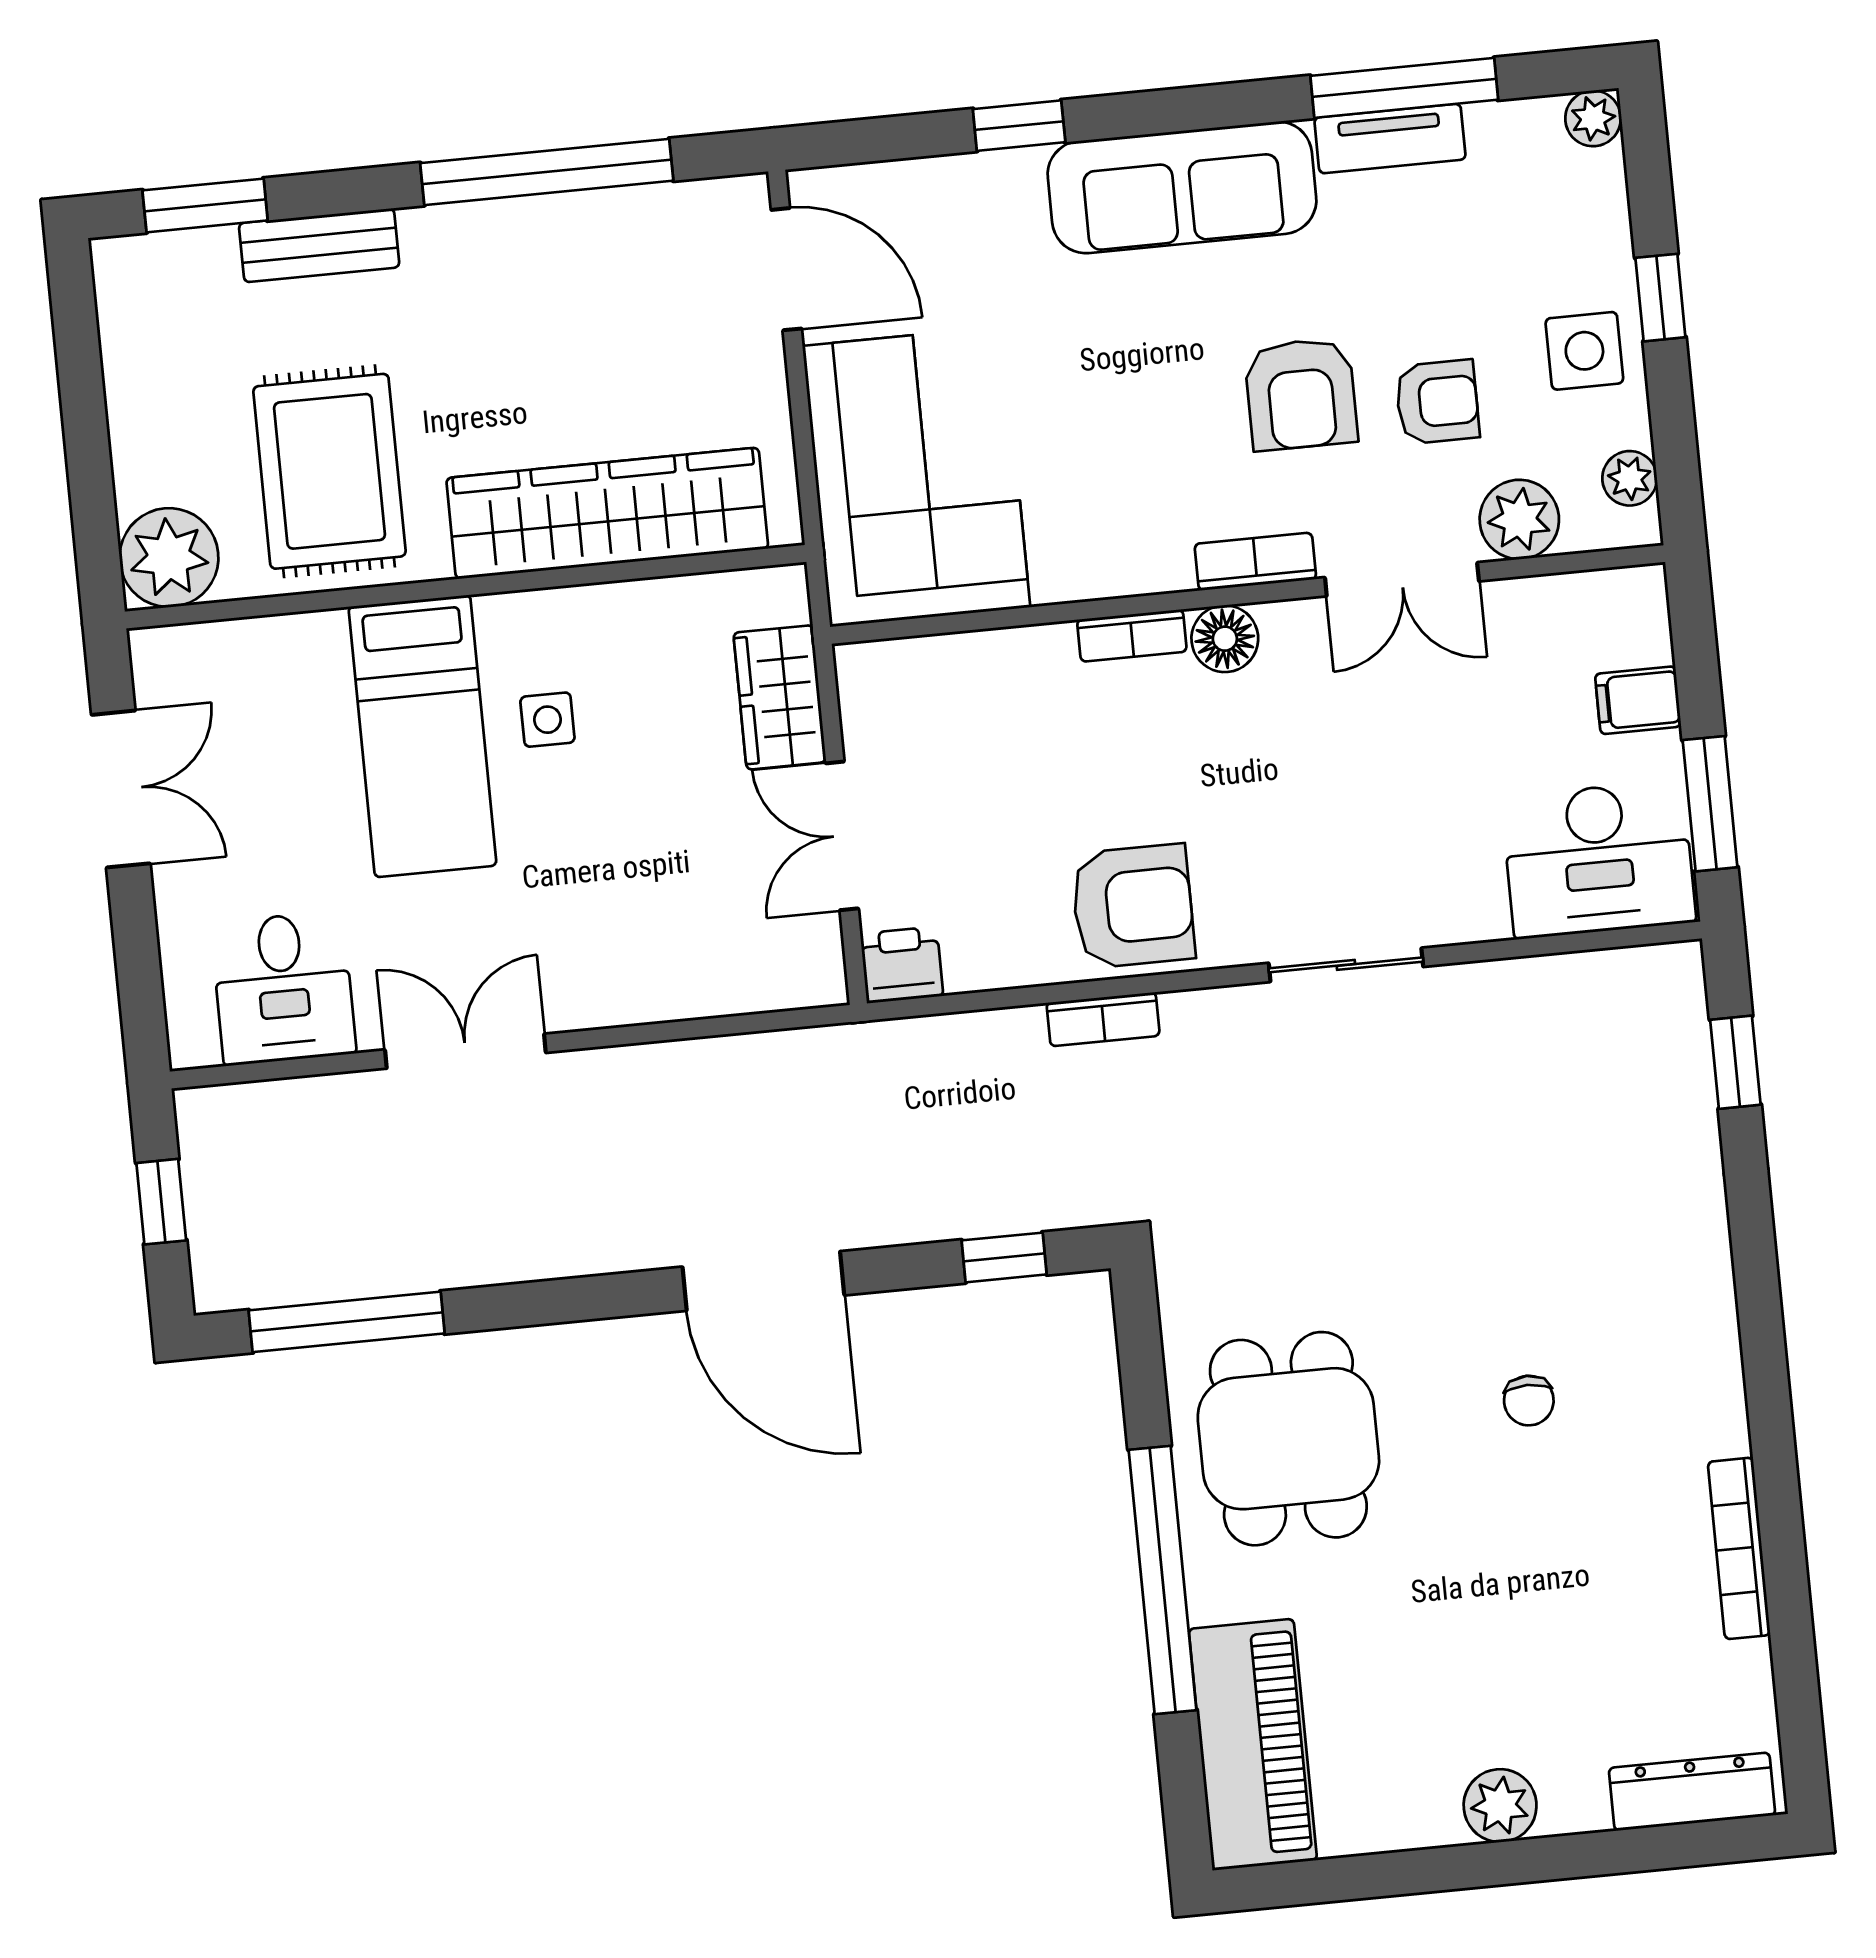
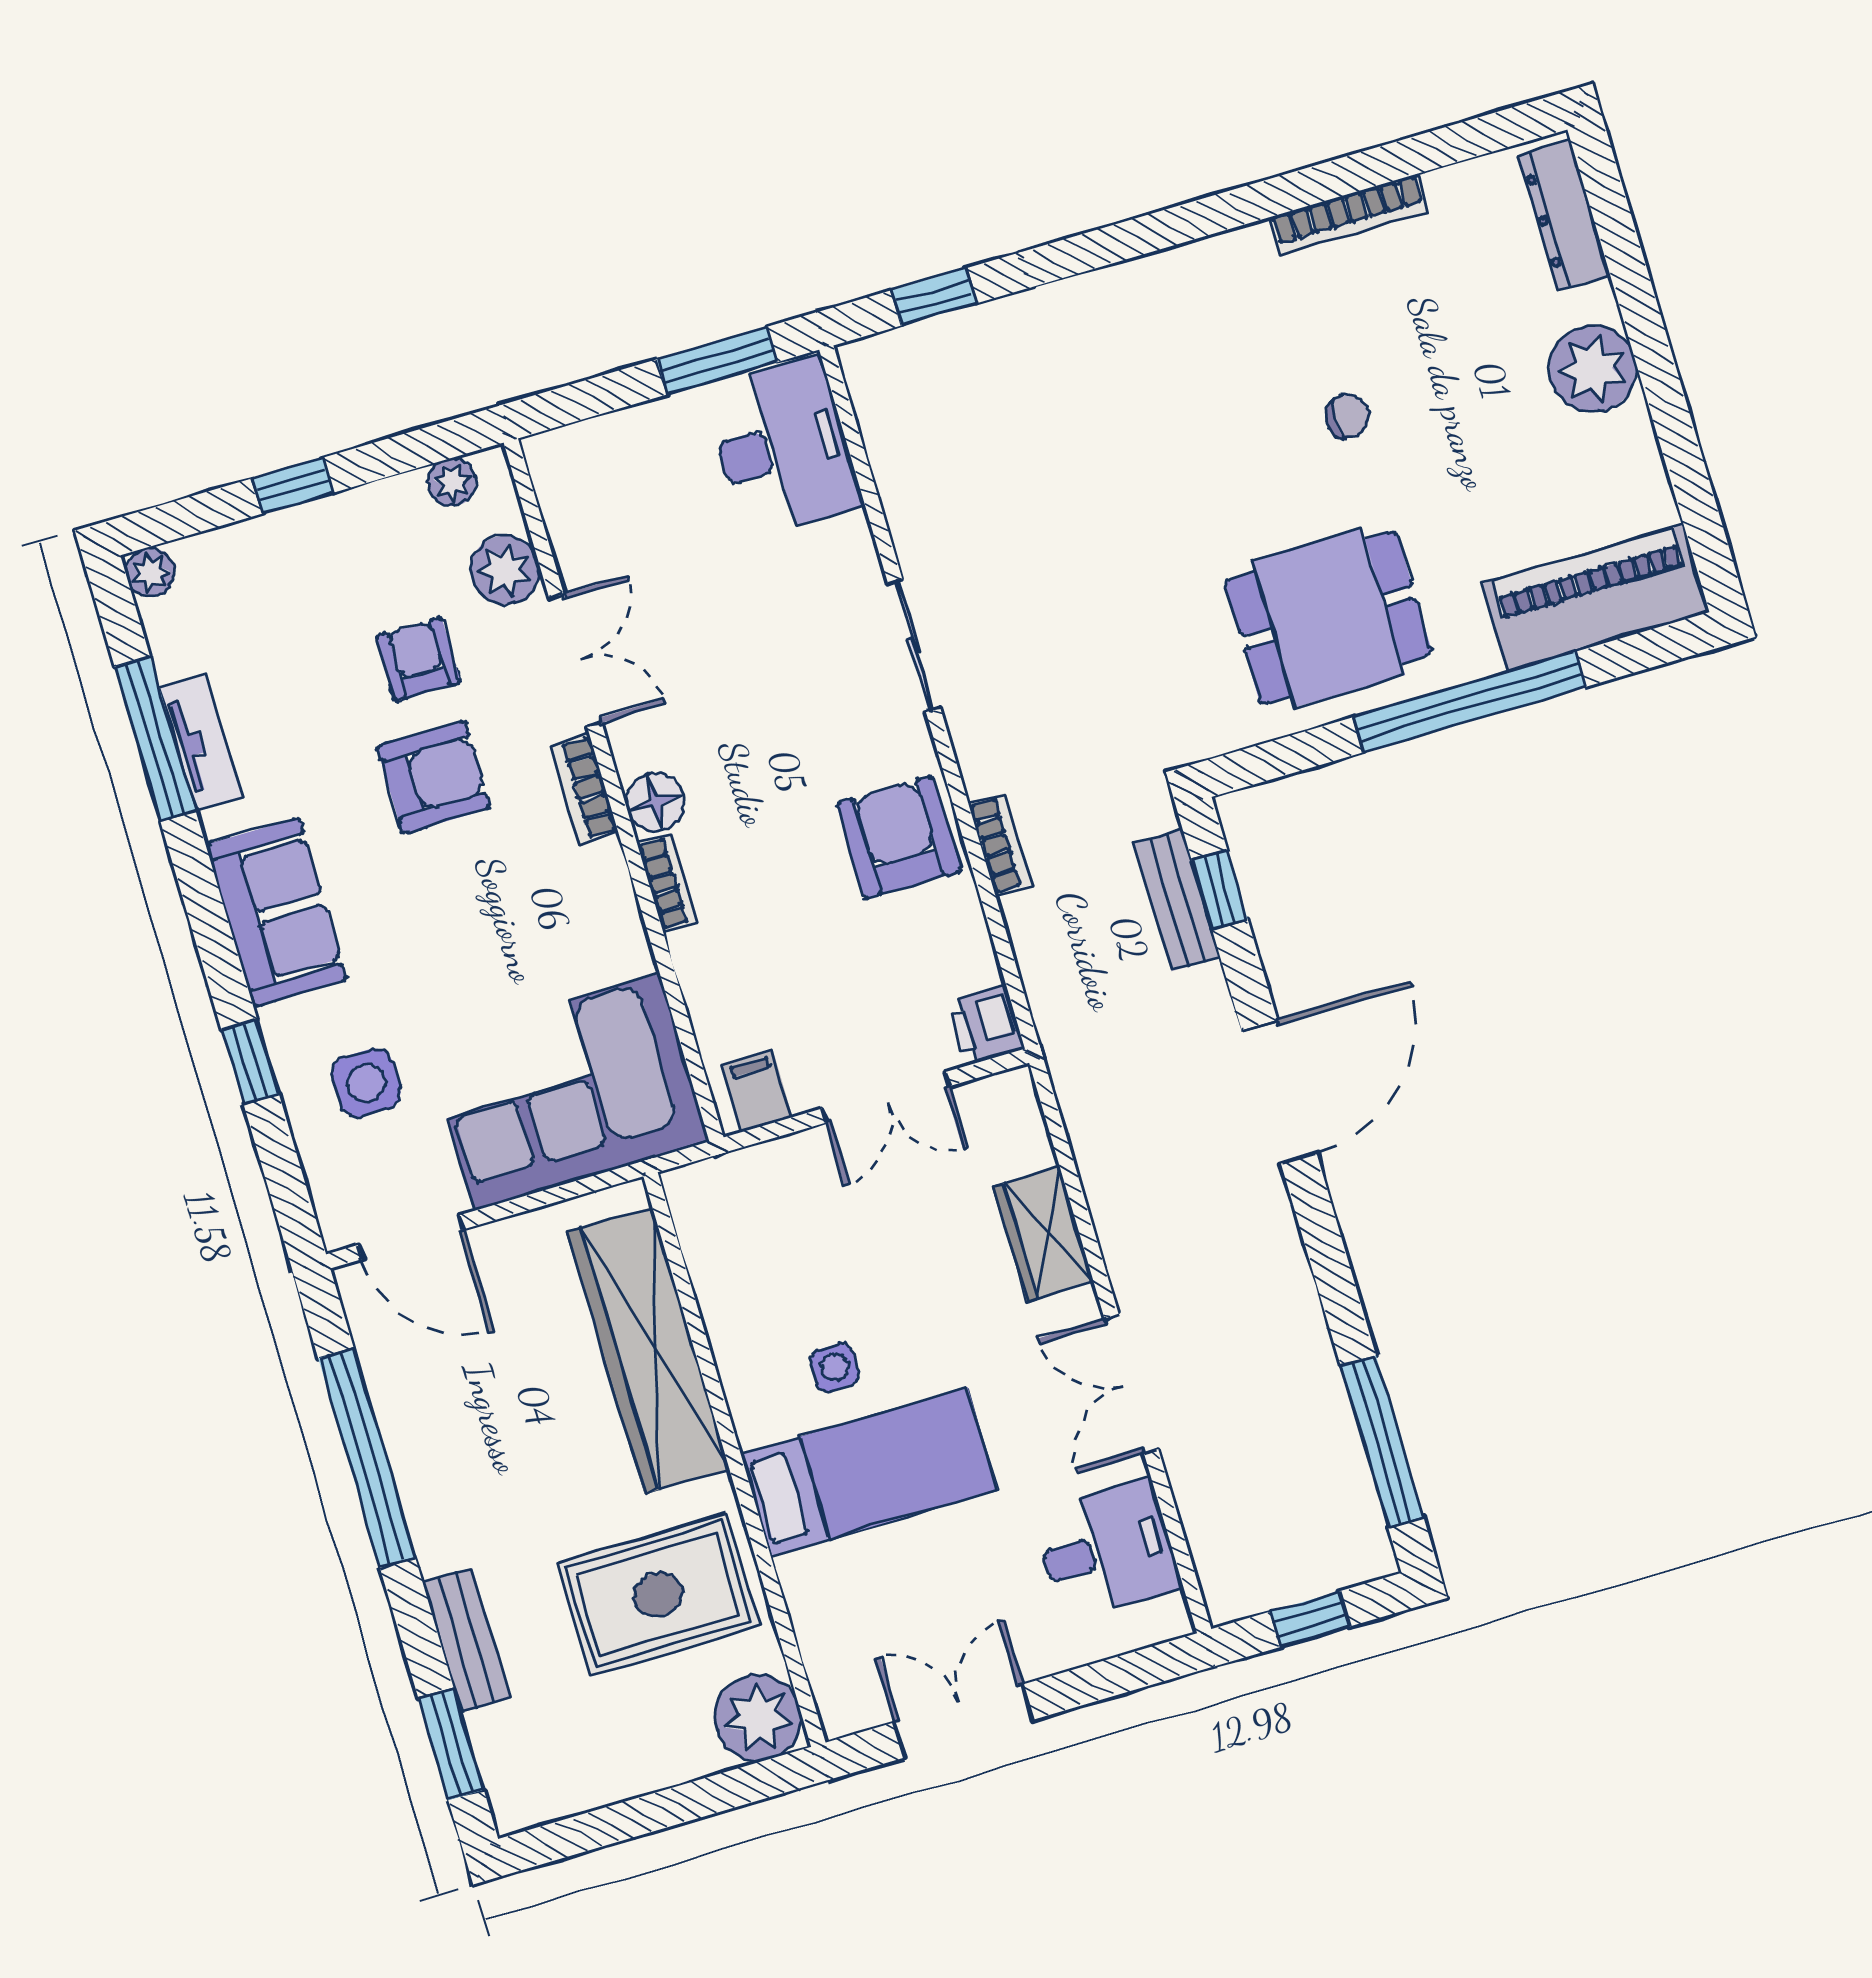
sofa: (1182, 187) -> (276, 912), width x0.73
door: (786, 269) -> (411, 1237), swing flipped
side table: (1584, 351) -> (366, 1083), moved
wardrobe: (780, 697) -> (1043, 1234), moved, turned 90
filing cabinet: (1638, 700) -> (757, 1091), moved, turned 180
bench: (1002, 1207) -> (1177, 900), added
chair: (1529, 1401) -> (1347, 416), moved
plant: (1500, 1806) -> (1593, 369), width x1.36, depth x1.36

